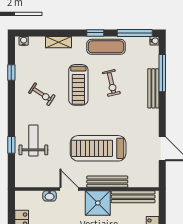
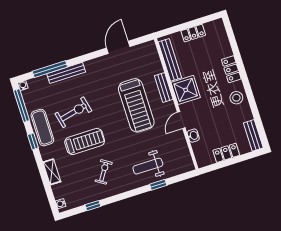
exercise bike: (111, 83) -> (73, 112), width x1.38, depth x1.39
bench: (107, 182) -> (164, 88), width x0.73

